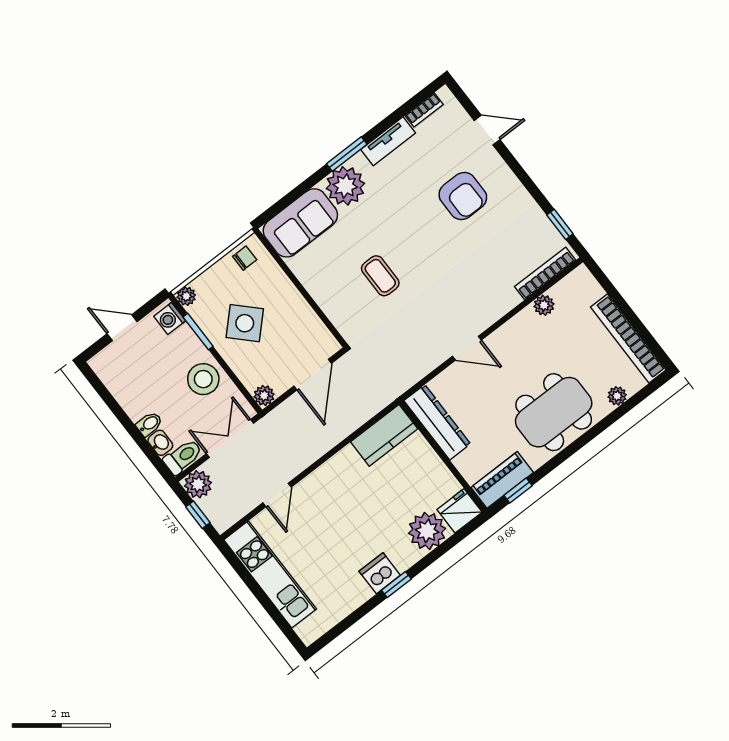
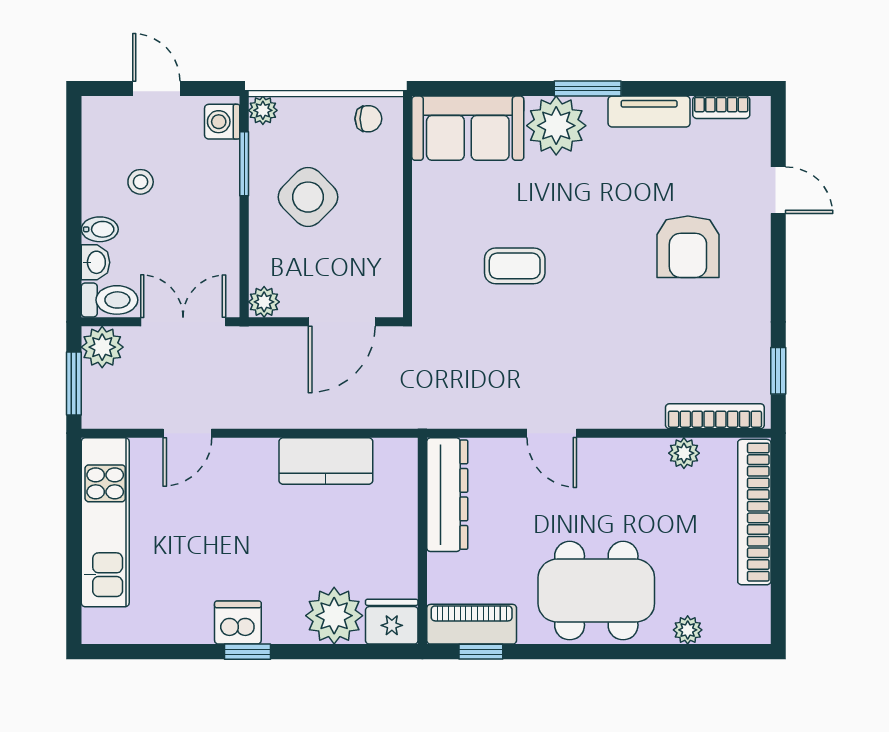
coffee table: (380, 276) -> (515, 266), turned 90
bookcase: (628, 339) -> (754, 512), moved
stool: (203, 379) -> (141, 182), moved, width x0.53, depth x0.53
kitchen counter: (384, 435) -> (326, 461), moved
window: (198, 515) -> (74, 383), width x1.50

